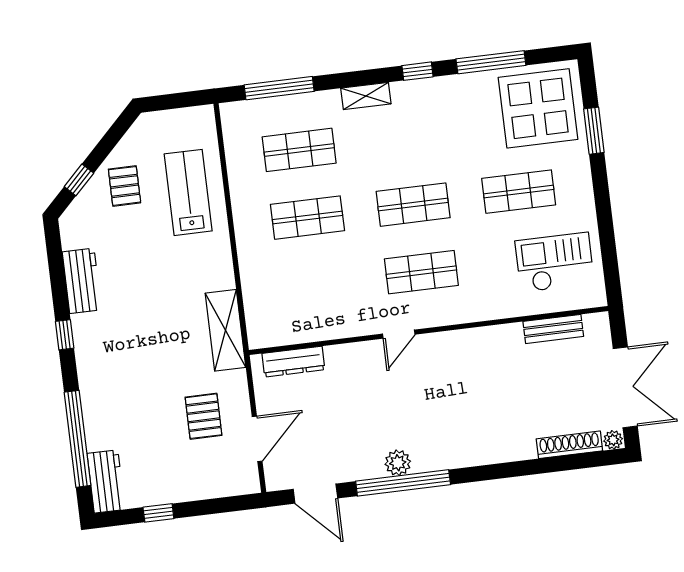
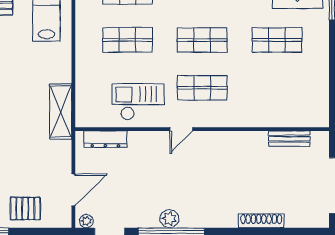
checkout: (555, 262) -> (138, 102), moved
pallet: (204, 416) -> (25, 208), moved, turned 90
plant: (613, 440) -> (86, 221), moved
shoe rack: (569, 445) -> (261, 221), moved

